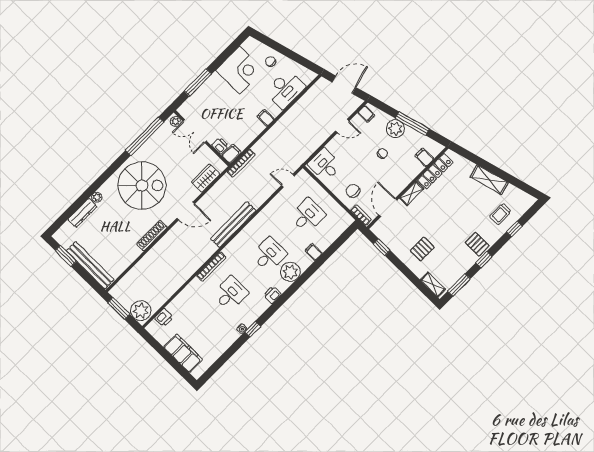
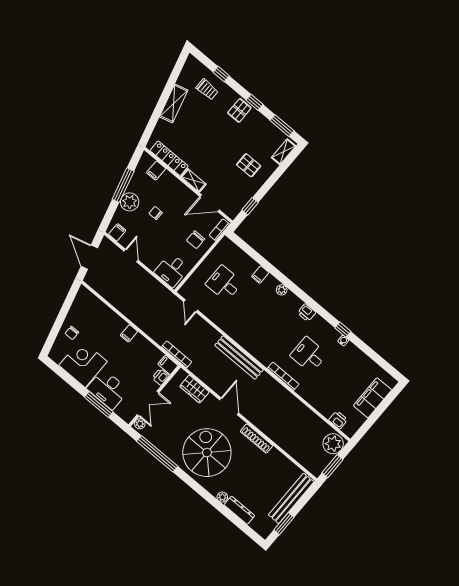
desk: (285, 89) -> (108, 389), moved, turned 180
desk: (269, 255) -> (266, 319), removed
plant: (290, 272) -> (282, 290), width x0.53, depth x0.53

